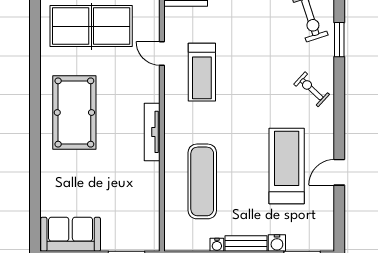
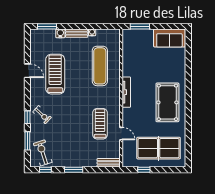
window: (339, 84) -> (27, 117), added
treadmill: (287, 166) -> (55, 74), turned 180
door: (339, 172) -> (27, 71), hinge flipped

